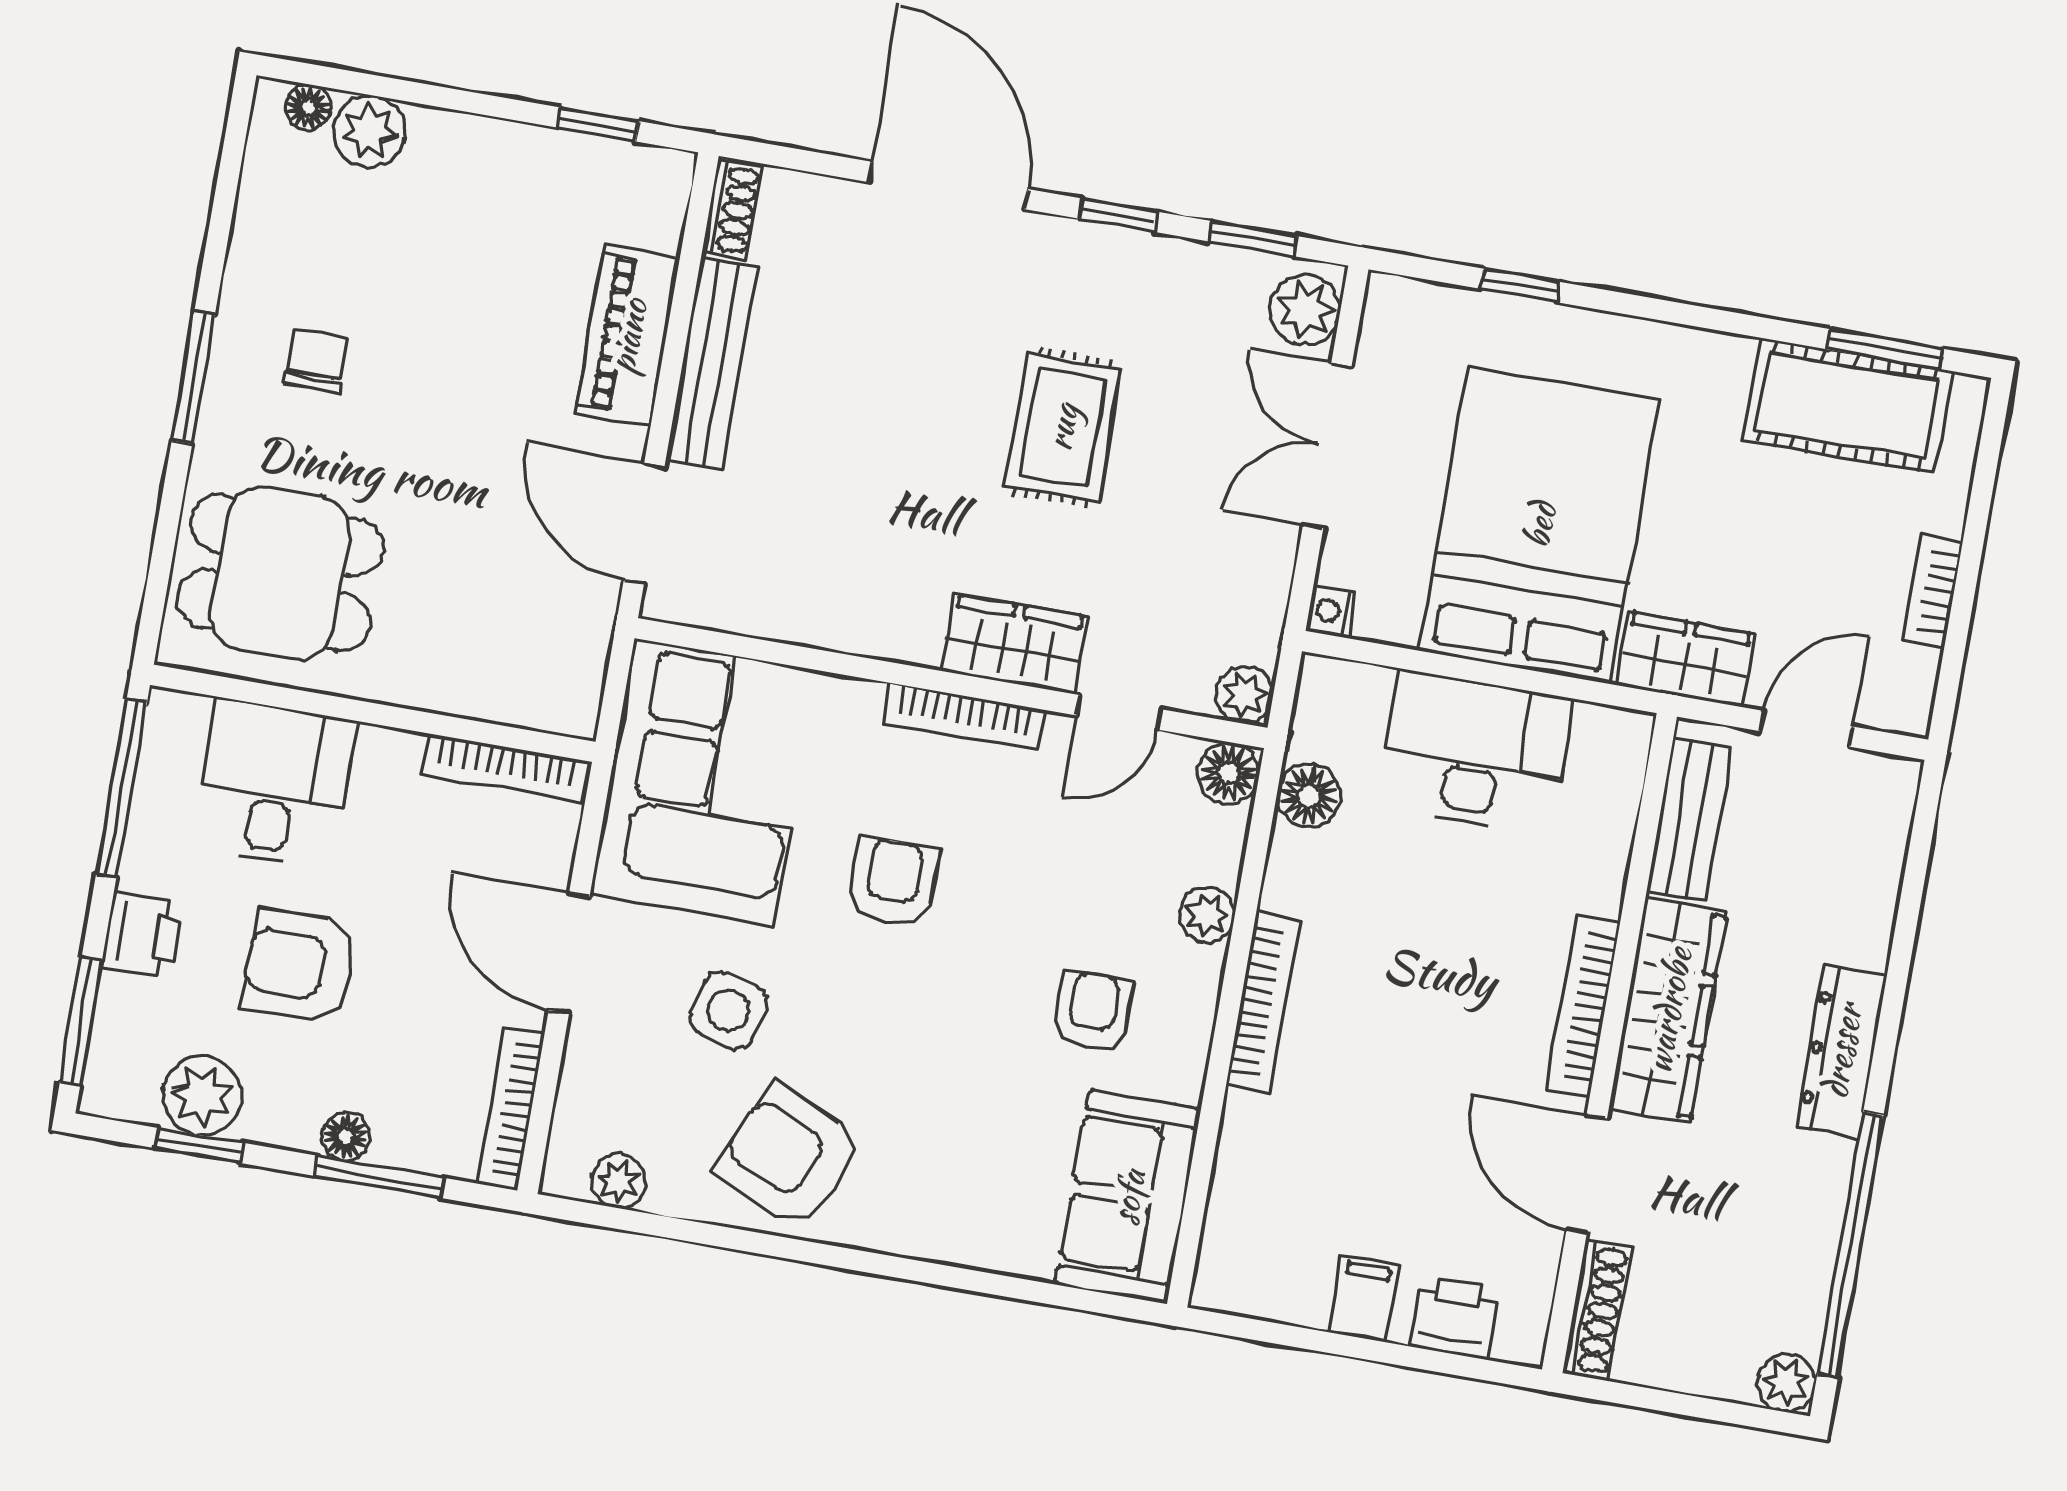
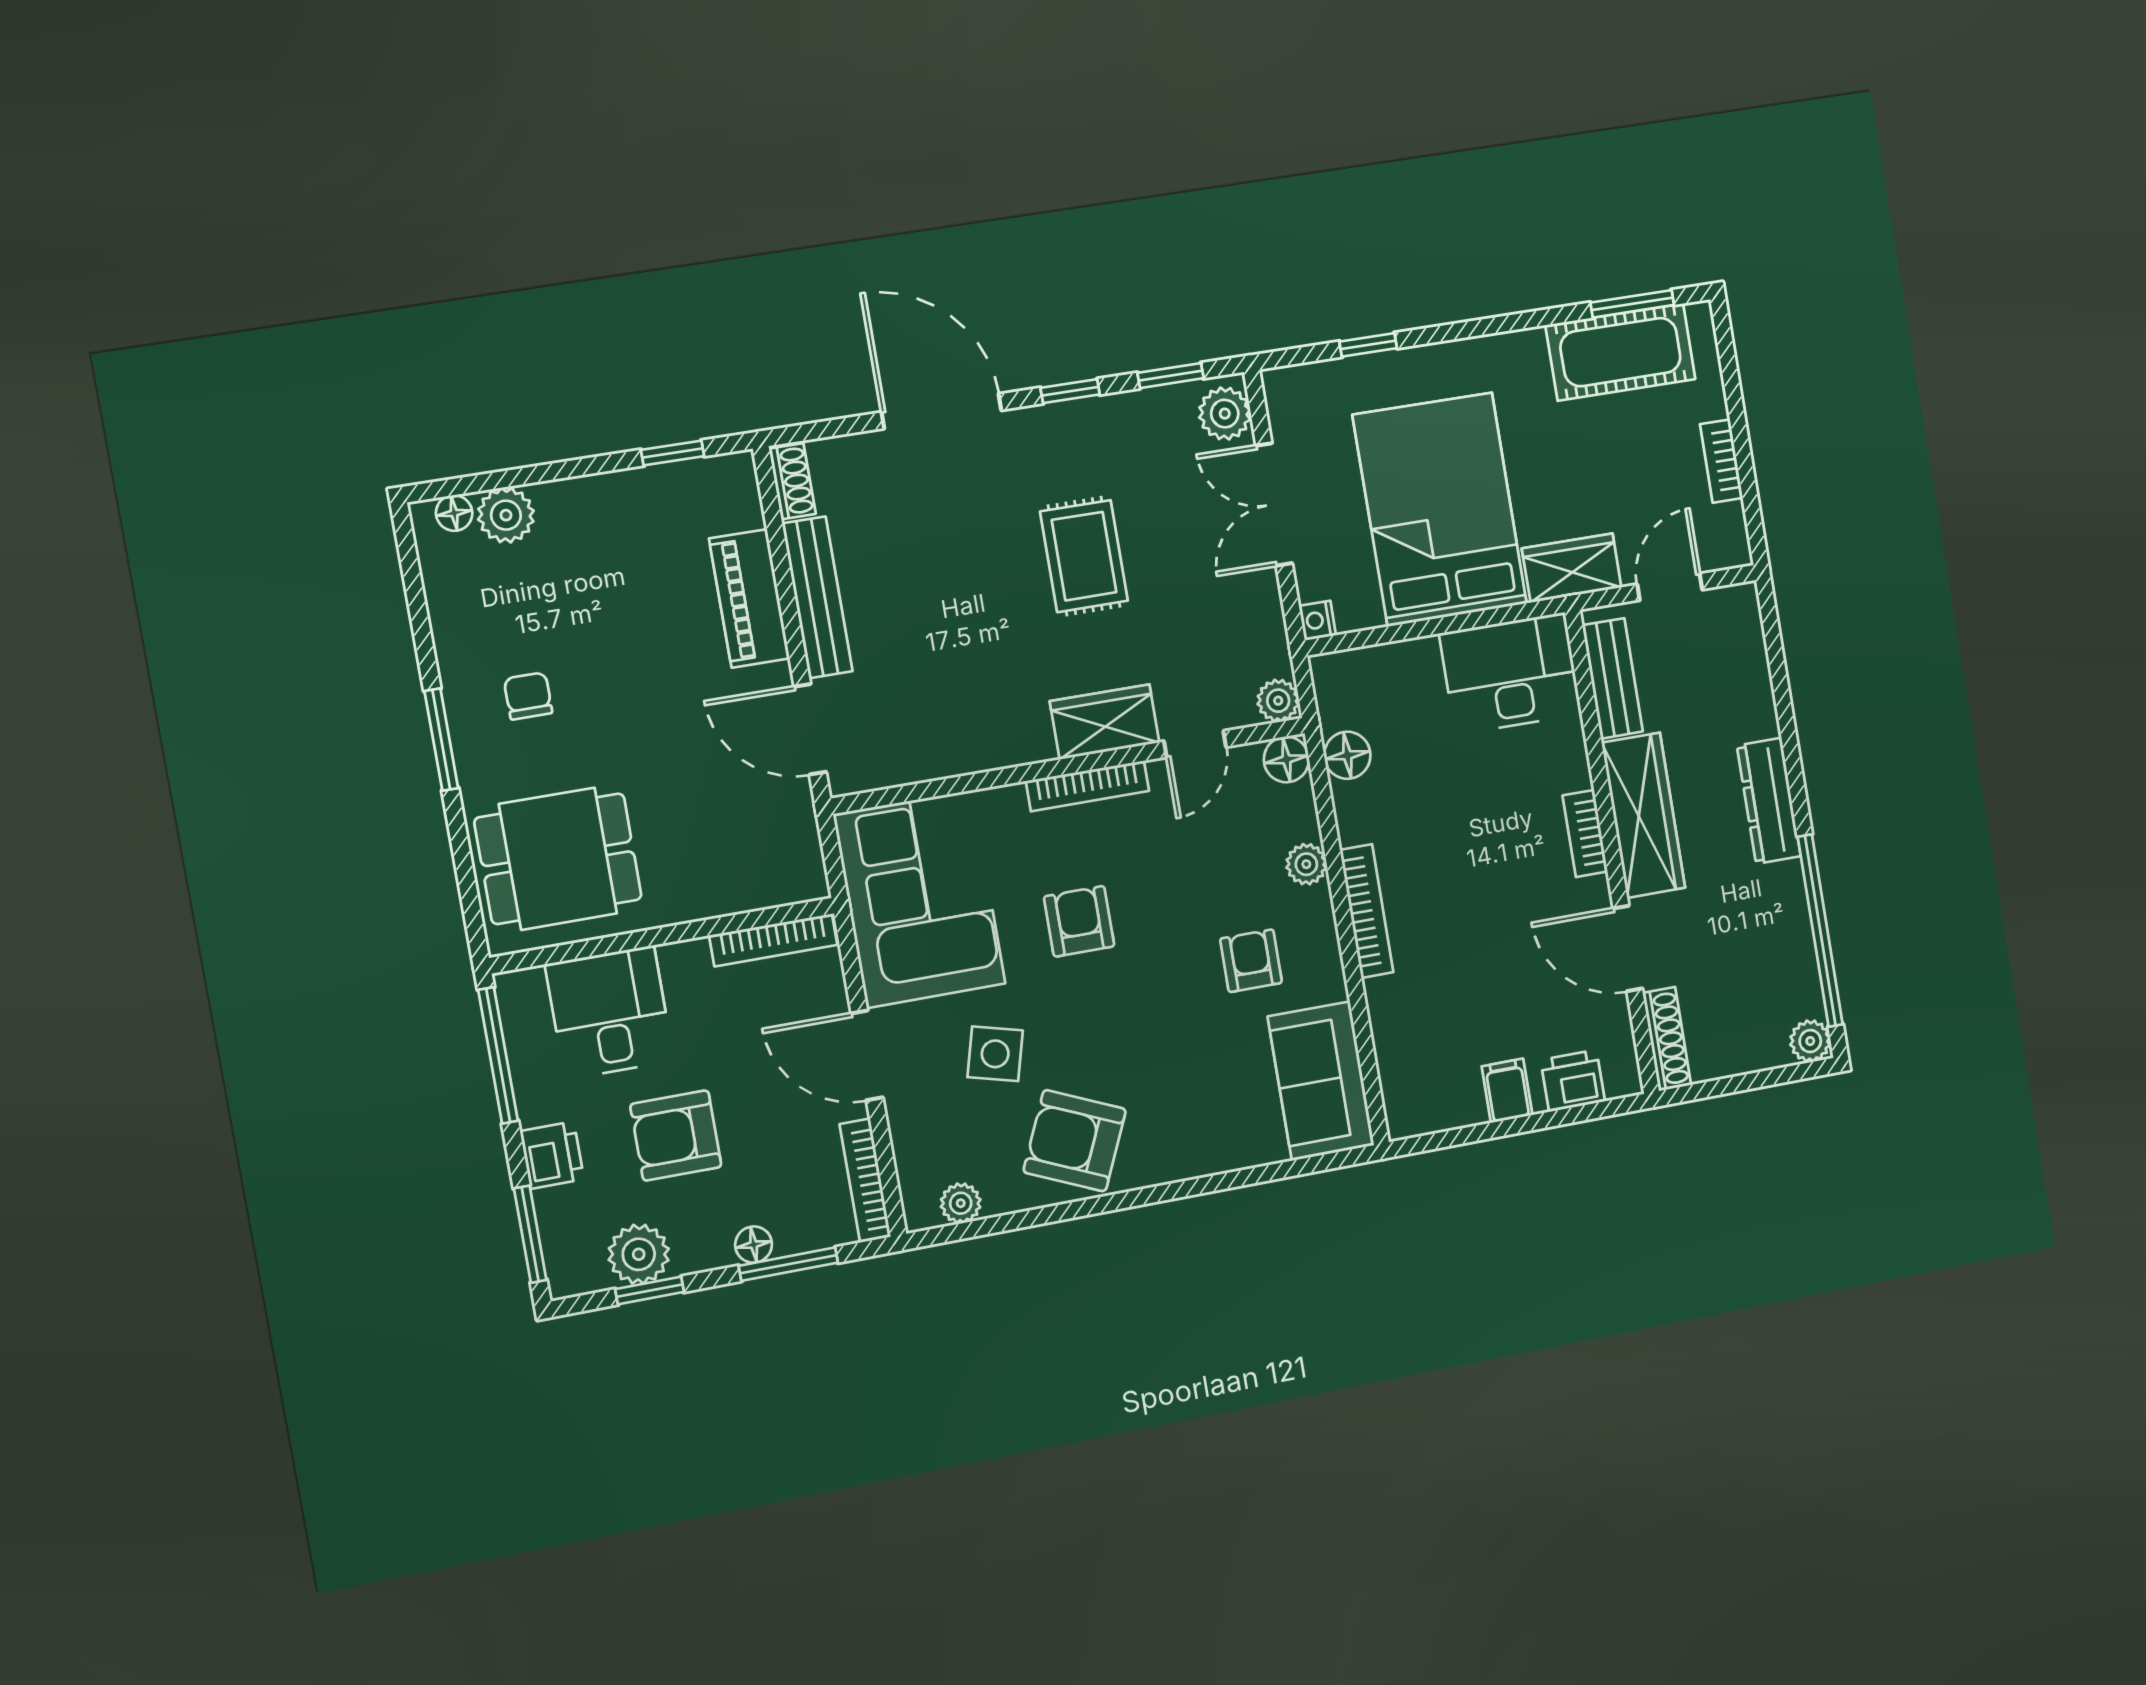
desk: (1475, 752) -> (1510, 674), moved
bookcase: (1583, 1006) -> (1585, 833), width x0.64

